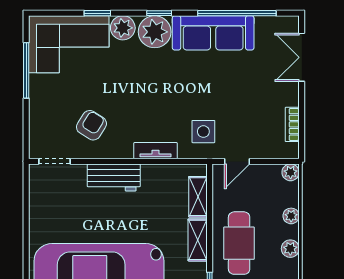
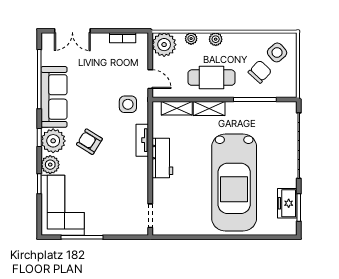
armchair: (91, 125) -> (89, 142), moved
plant: (291, 172) -> (164, 45), width x1.88, depth x1.88
workbench: (114, 177) -> (162, 158), moved

